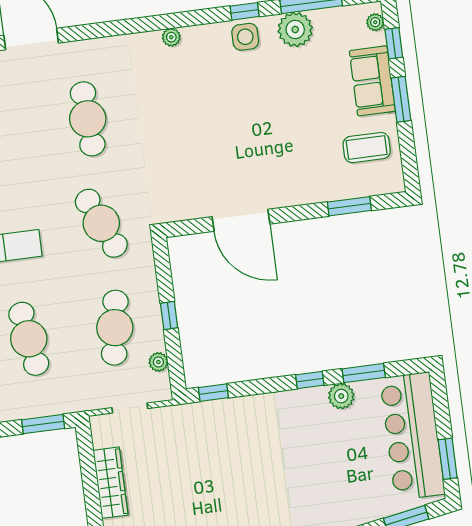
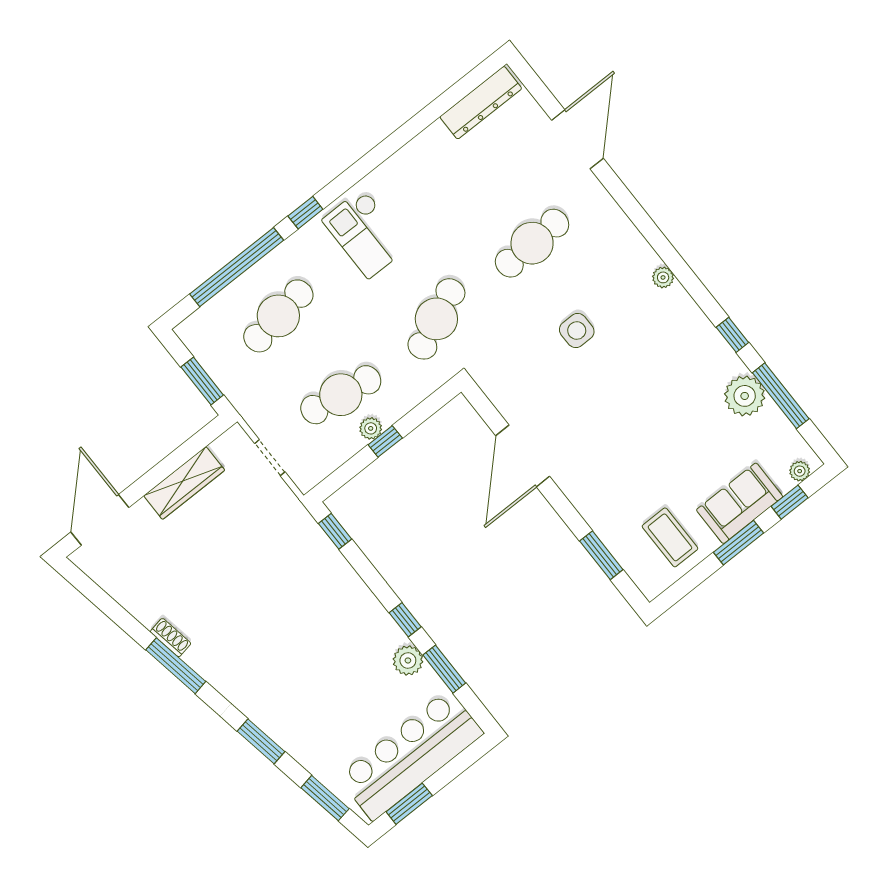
side table: (245, 37) -> (577, 331), moved
plant: (158, 362) -> (371, 428), moved

